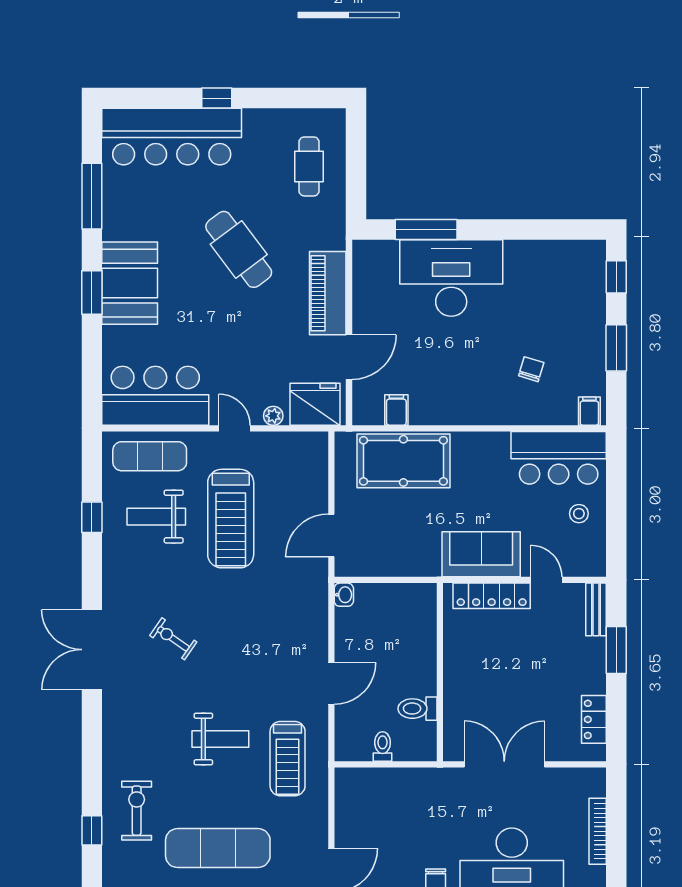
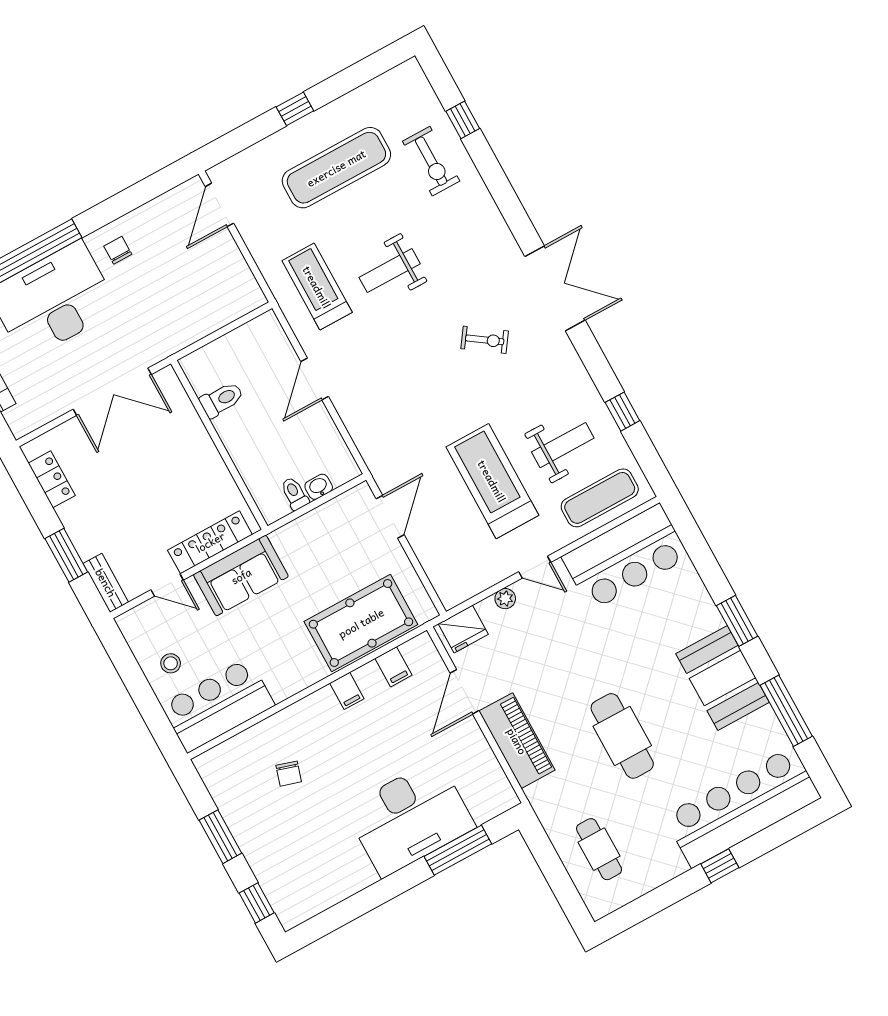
cafe table: (239, 249) -> (622, 736), turned 37
booth: (130, 283) -> (723, 678), moved
fridge: (315, 404) -> (463, 629), width x0.73, depth x0.75
filing cabinet: (589, 411) -> (347, 691), moved
washbasin: (344, 595) -> (319, 487), moved, turned 90
toilet: (383, 746) -> (295, 494), moved, turned 180

